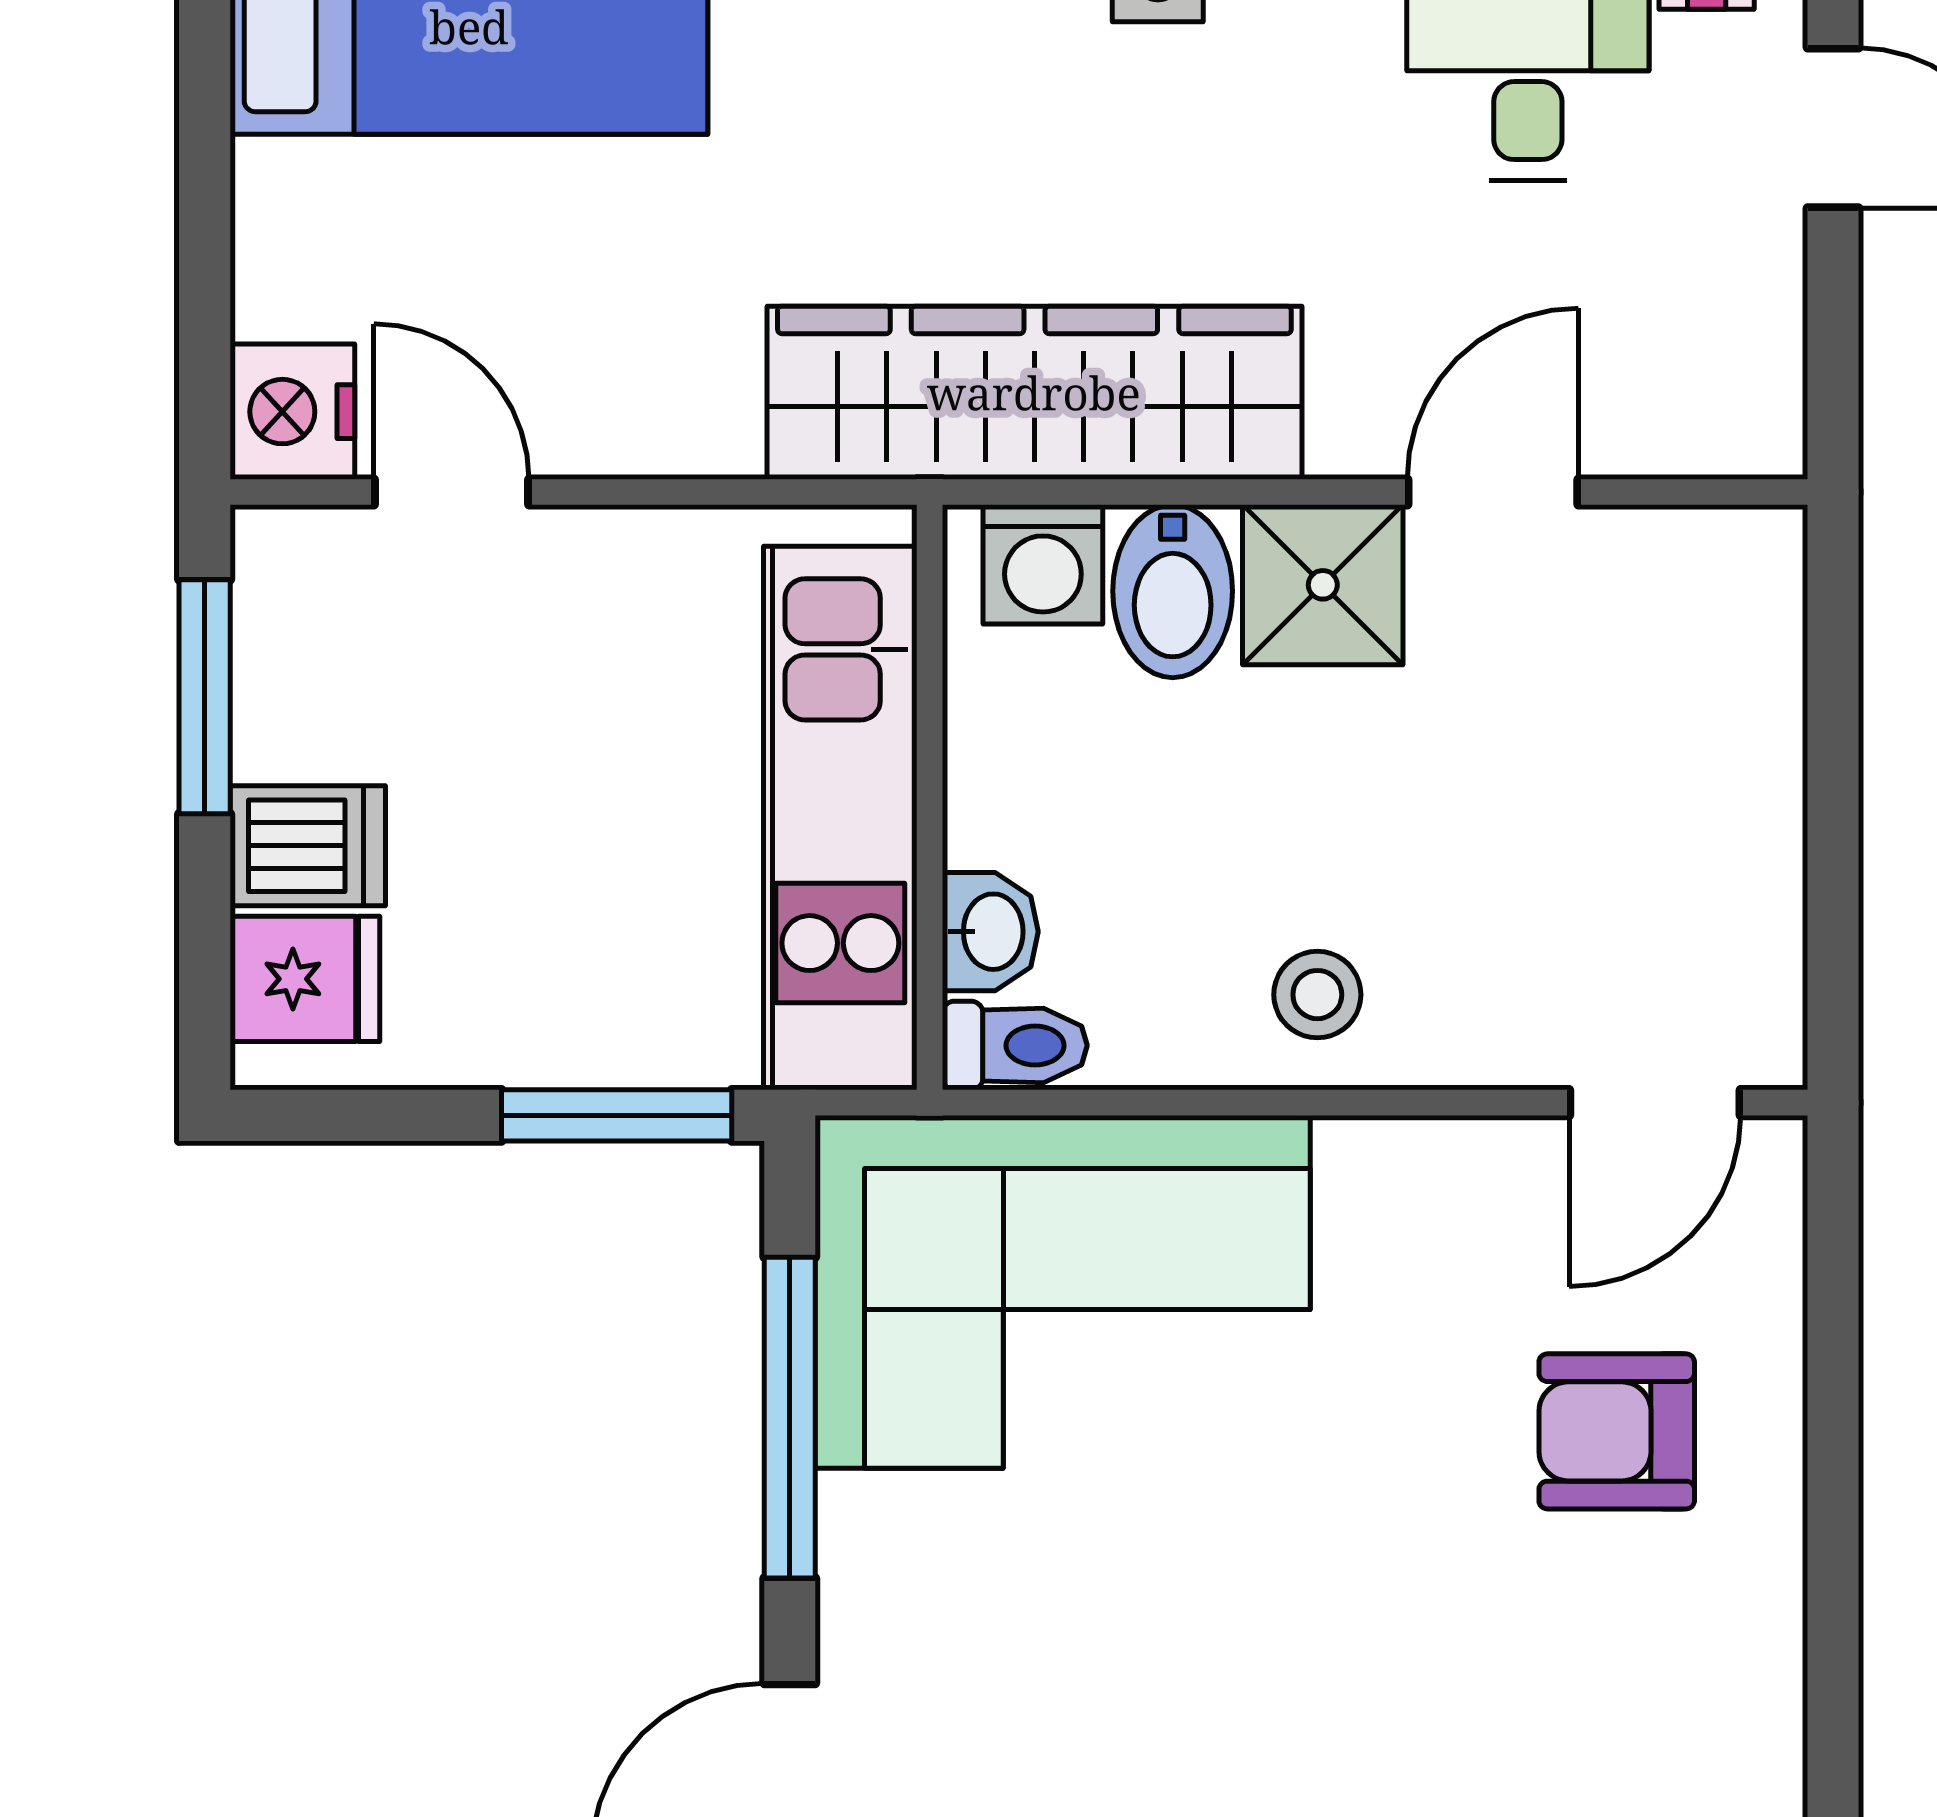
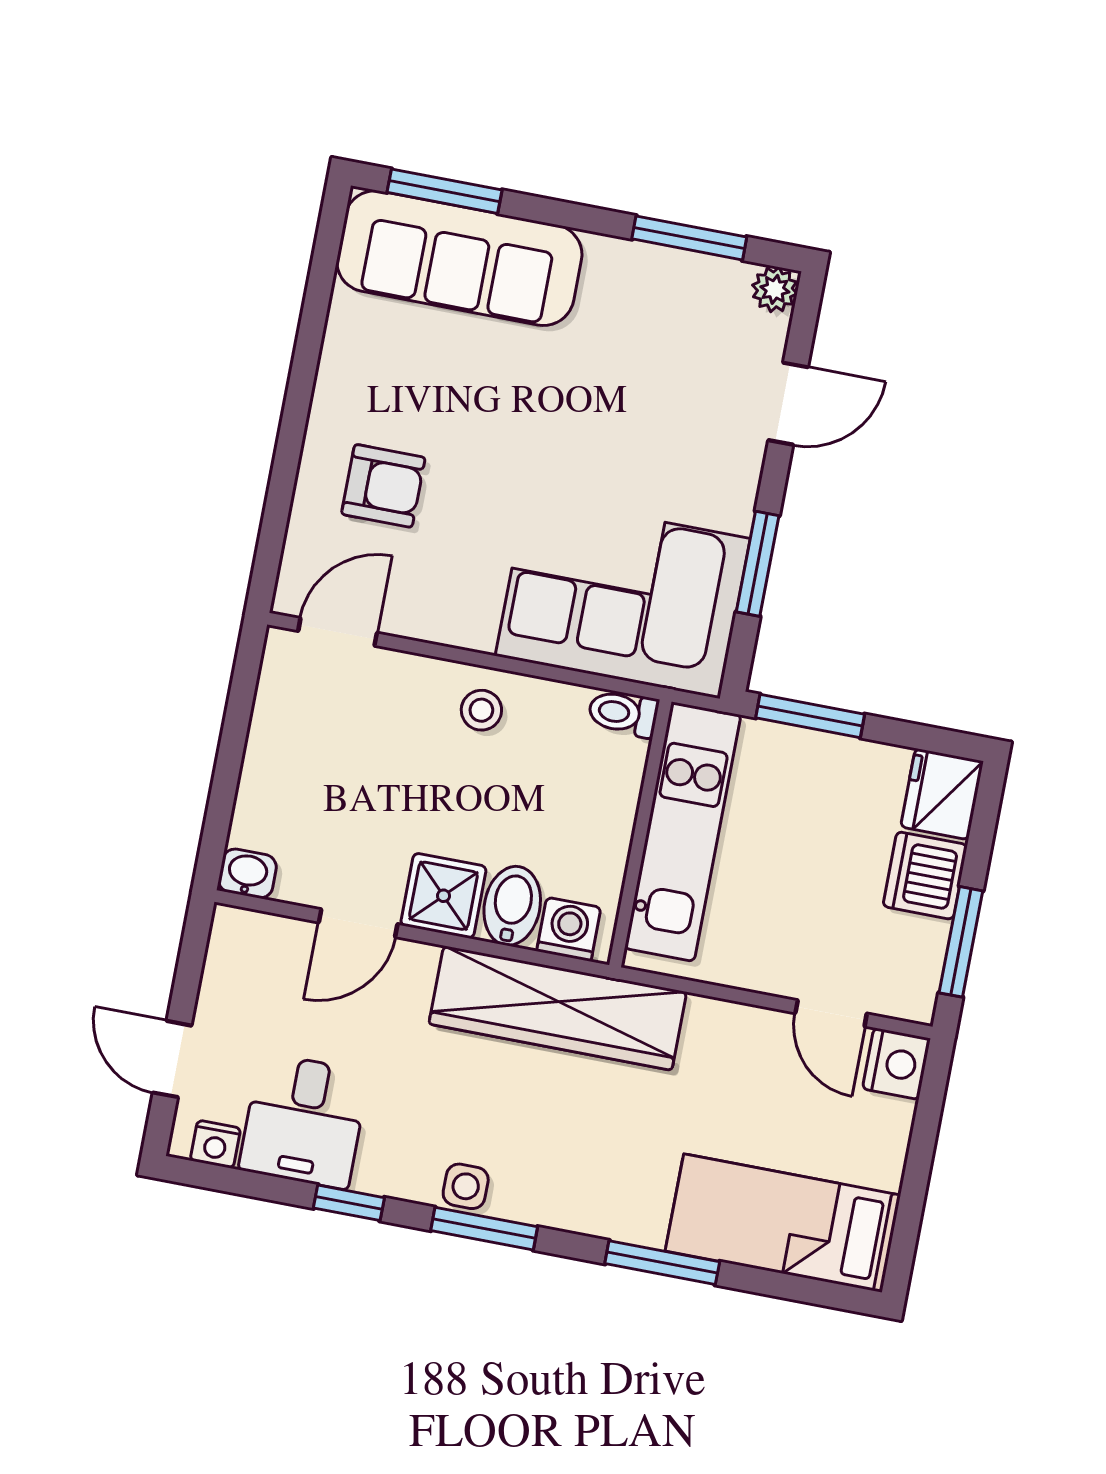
dishwasher: (308, 846) -> (925, 876), width x1.38
washbasin: (990, 932) -> (247, 874), moved, turned 90
fridge: (305, 979) -> (942, 794), width x1.38
window: (790, 1418) -> (758, 564), width x0.69

